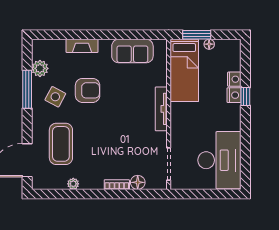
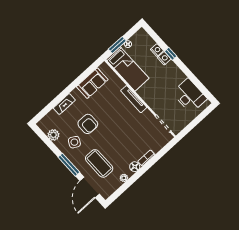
window: (27, 89) -> (69, 165), moved
armchair: (88, 90) -> (88, 124), turned 90
desk: (219, 160) -> (190, 96), width x0.73, depth x0.77
floor lamp: (138, 182) -> (135, 167), moved

